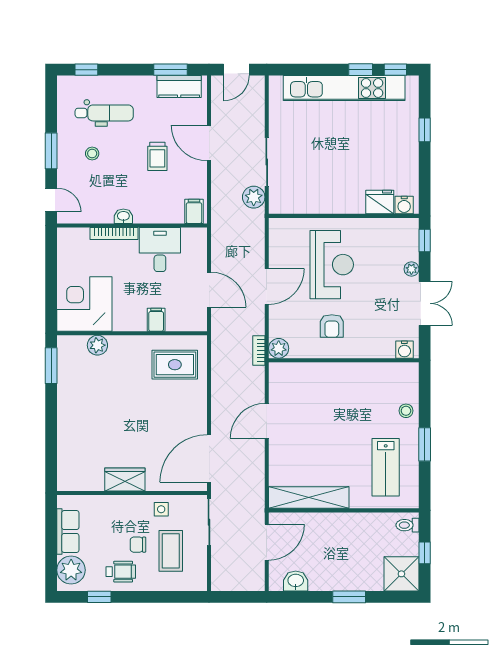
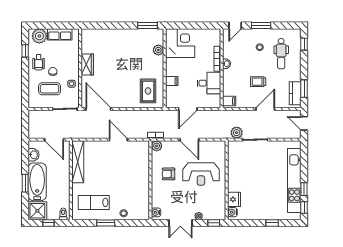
bathtub: (347, 574) -> (37, 182), added

